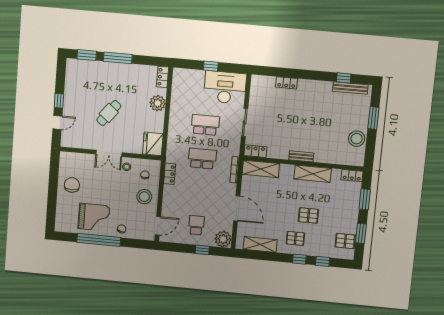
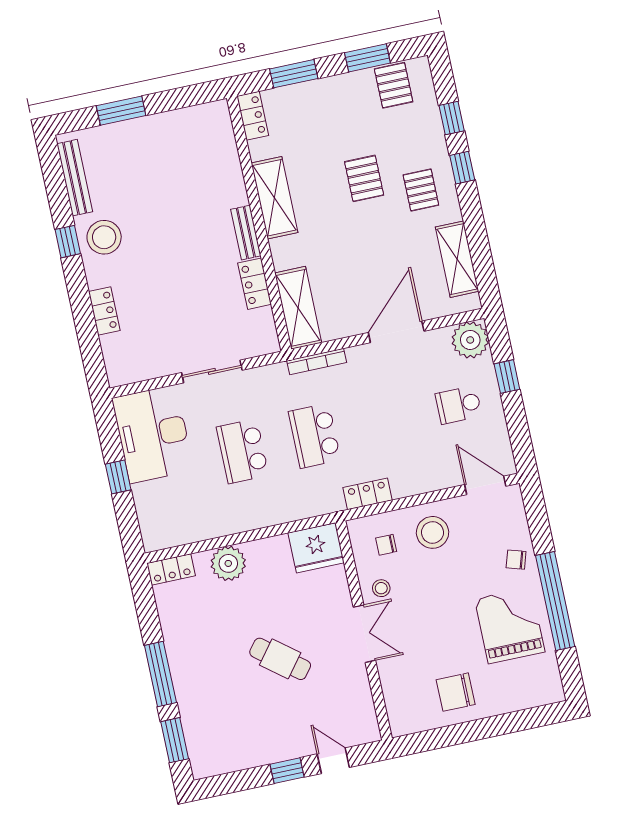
window: (344, 78) -> (68, 242), moved
stool: (357, 139) -> (104, 237), moved
locker: (255, 151) -> (255, 284), moved

